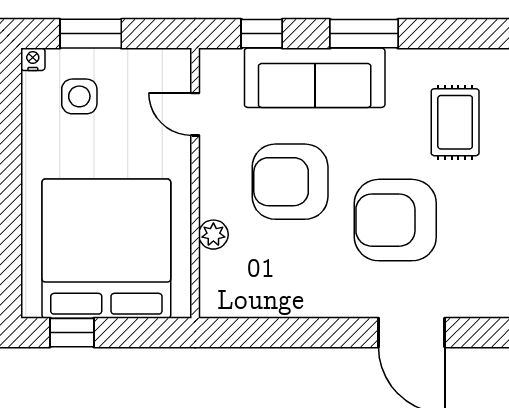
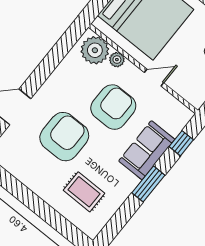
sofa: (315, 78) -> (147, 150), width x0.73
door: (195, 114) -> (154, 78), moved
plant: (226, 280) -> (95, 50), added

